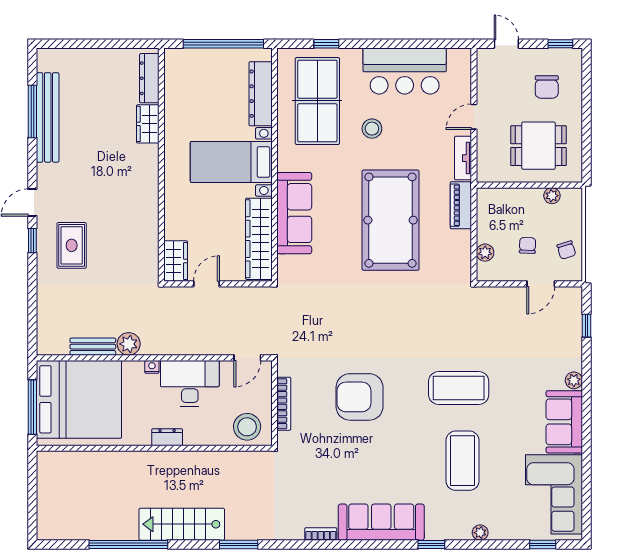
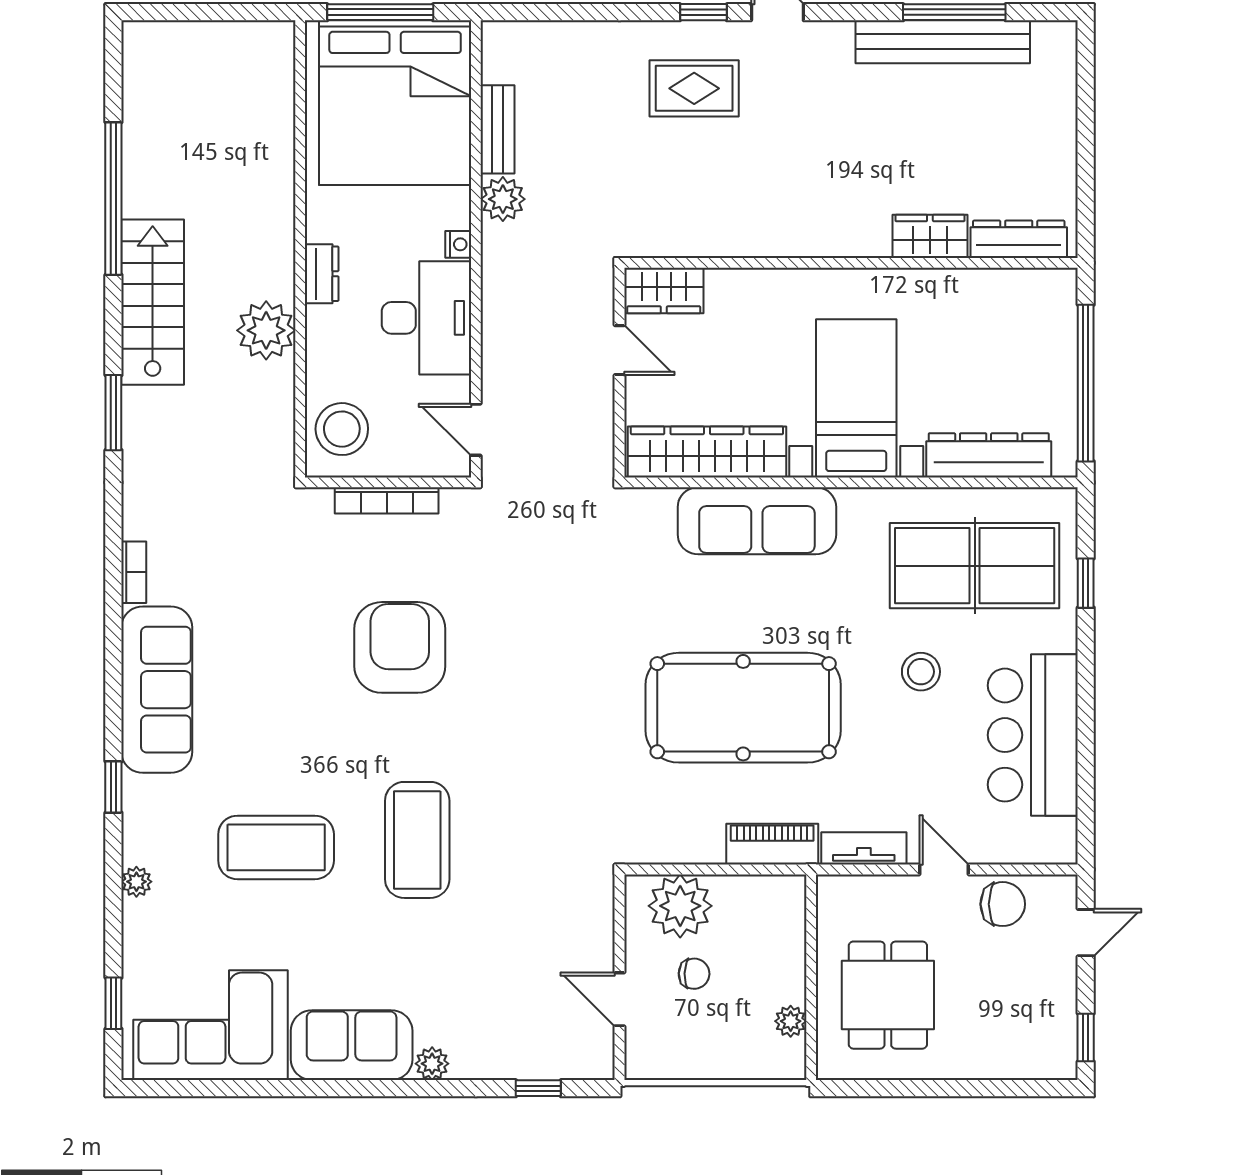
chair: (547, 87) -> (1003, 904), moved, turned 180
chair: (566, 250) -> (685, 1049), removed
plant: (485, 253) -> (680, 906), width x1.87, depth x1.87
plant: (196, 466) -> (266, 330), added

